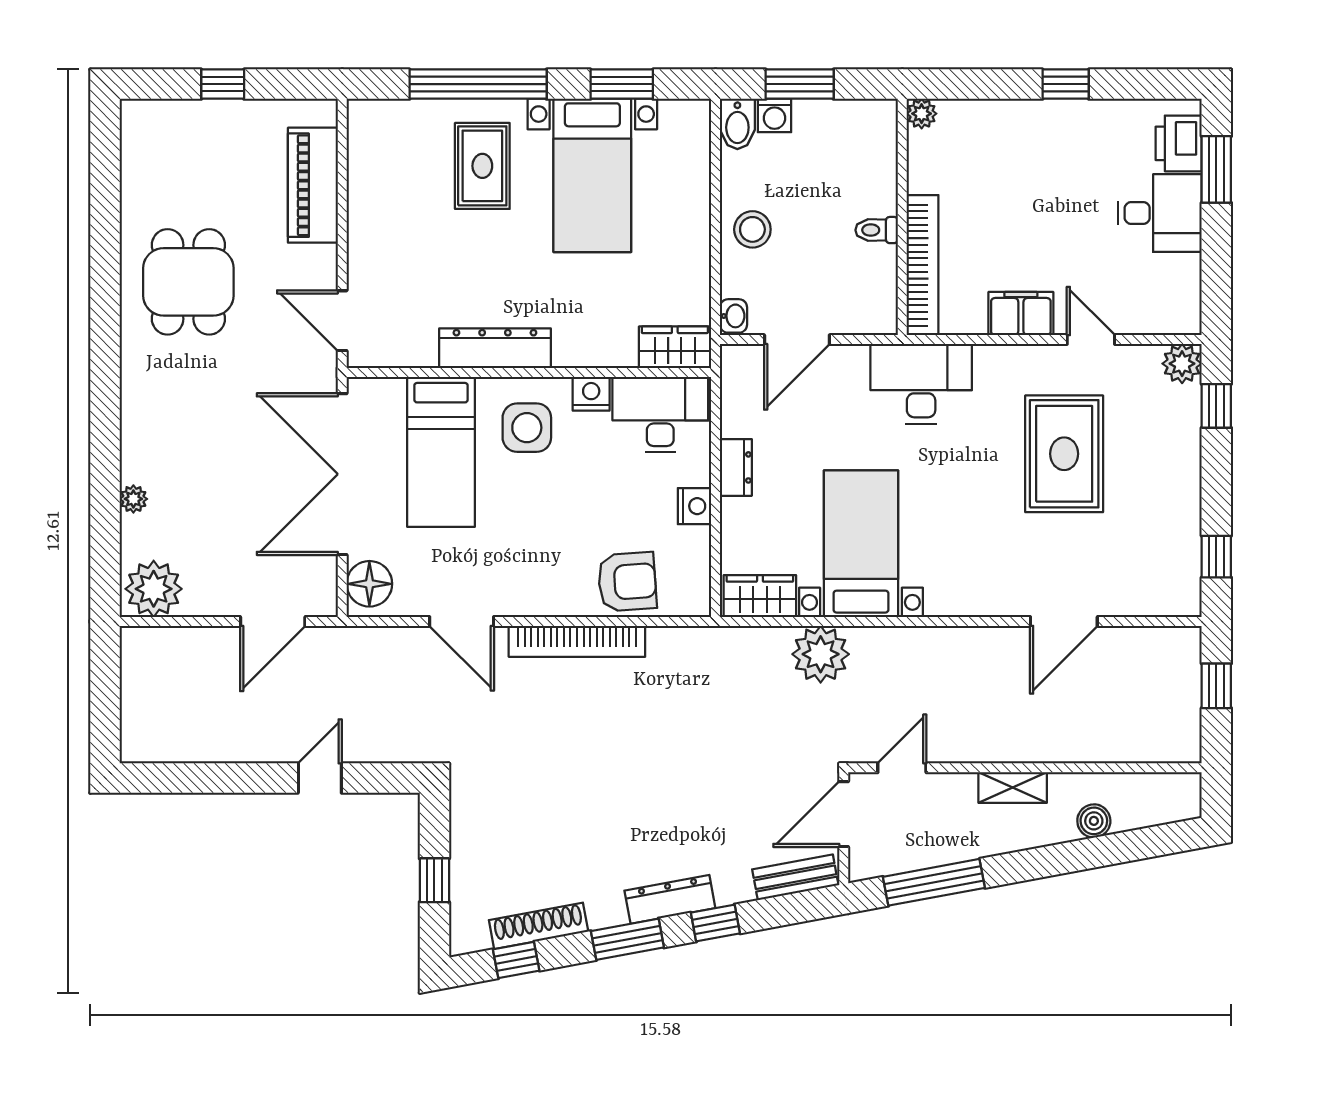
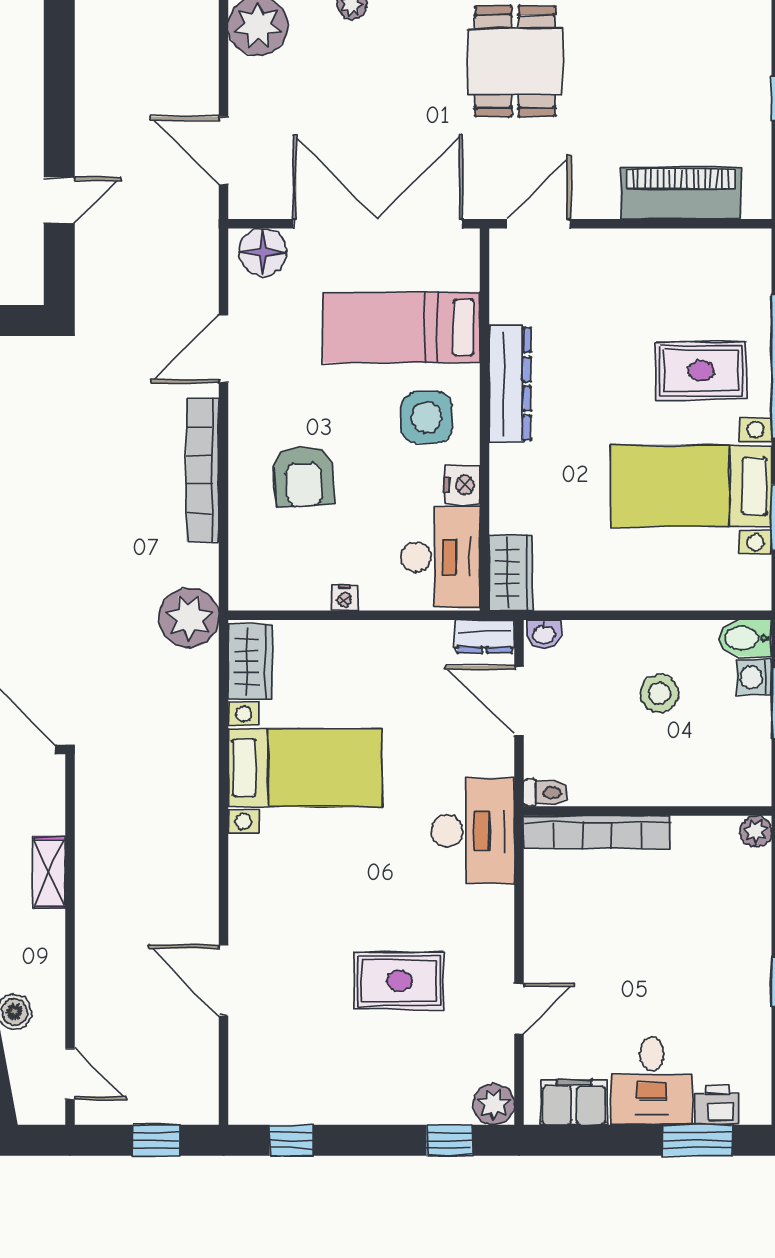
printer: (1179, 143) -> (717, 1105), width x0.73, depth x0.81
stool: (752, 229) -> (660, 693), moved
toilet: (877, 230) -> (546, 793), moved, turned 90
dining table: (188, 282) -> (515, 61), moved, turned 90
filing cabinet: (1021, 314) -> (574, 1102), moved, turned -90
rug: (1064, 454) -> (399, 981), width x0.73, depth x0.70
dresser: (736, 467) -> (485, 637), moved
nightstand: (695, 506) -> (344, 598), width x0.72, depth x0.74
armchair: (627, 582) -> (304, 476), moved
plant: (821, 654) -> (189, 618), moved
door: (902, 768) -> (70, 1074), moved
door: (320, 778) -> (59, 200), hinge flipped
shelving: (1013, 788) -> (49, 873), moved

